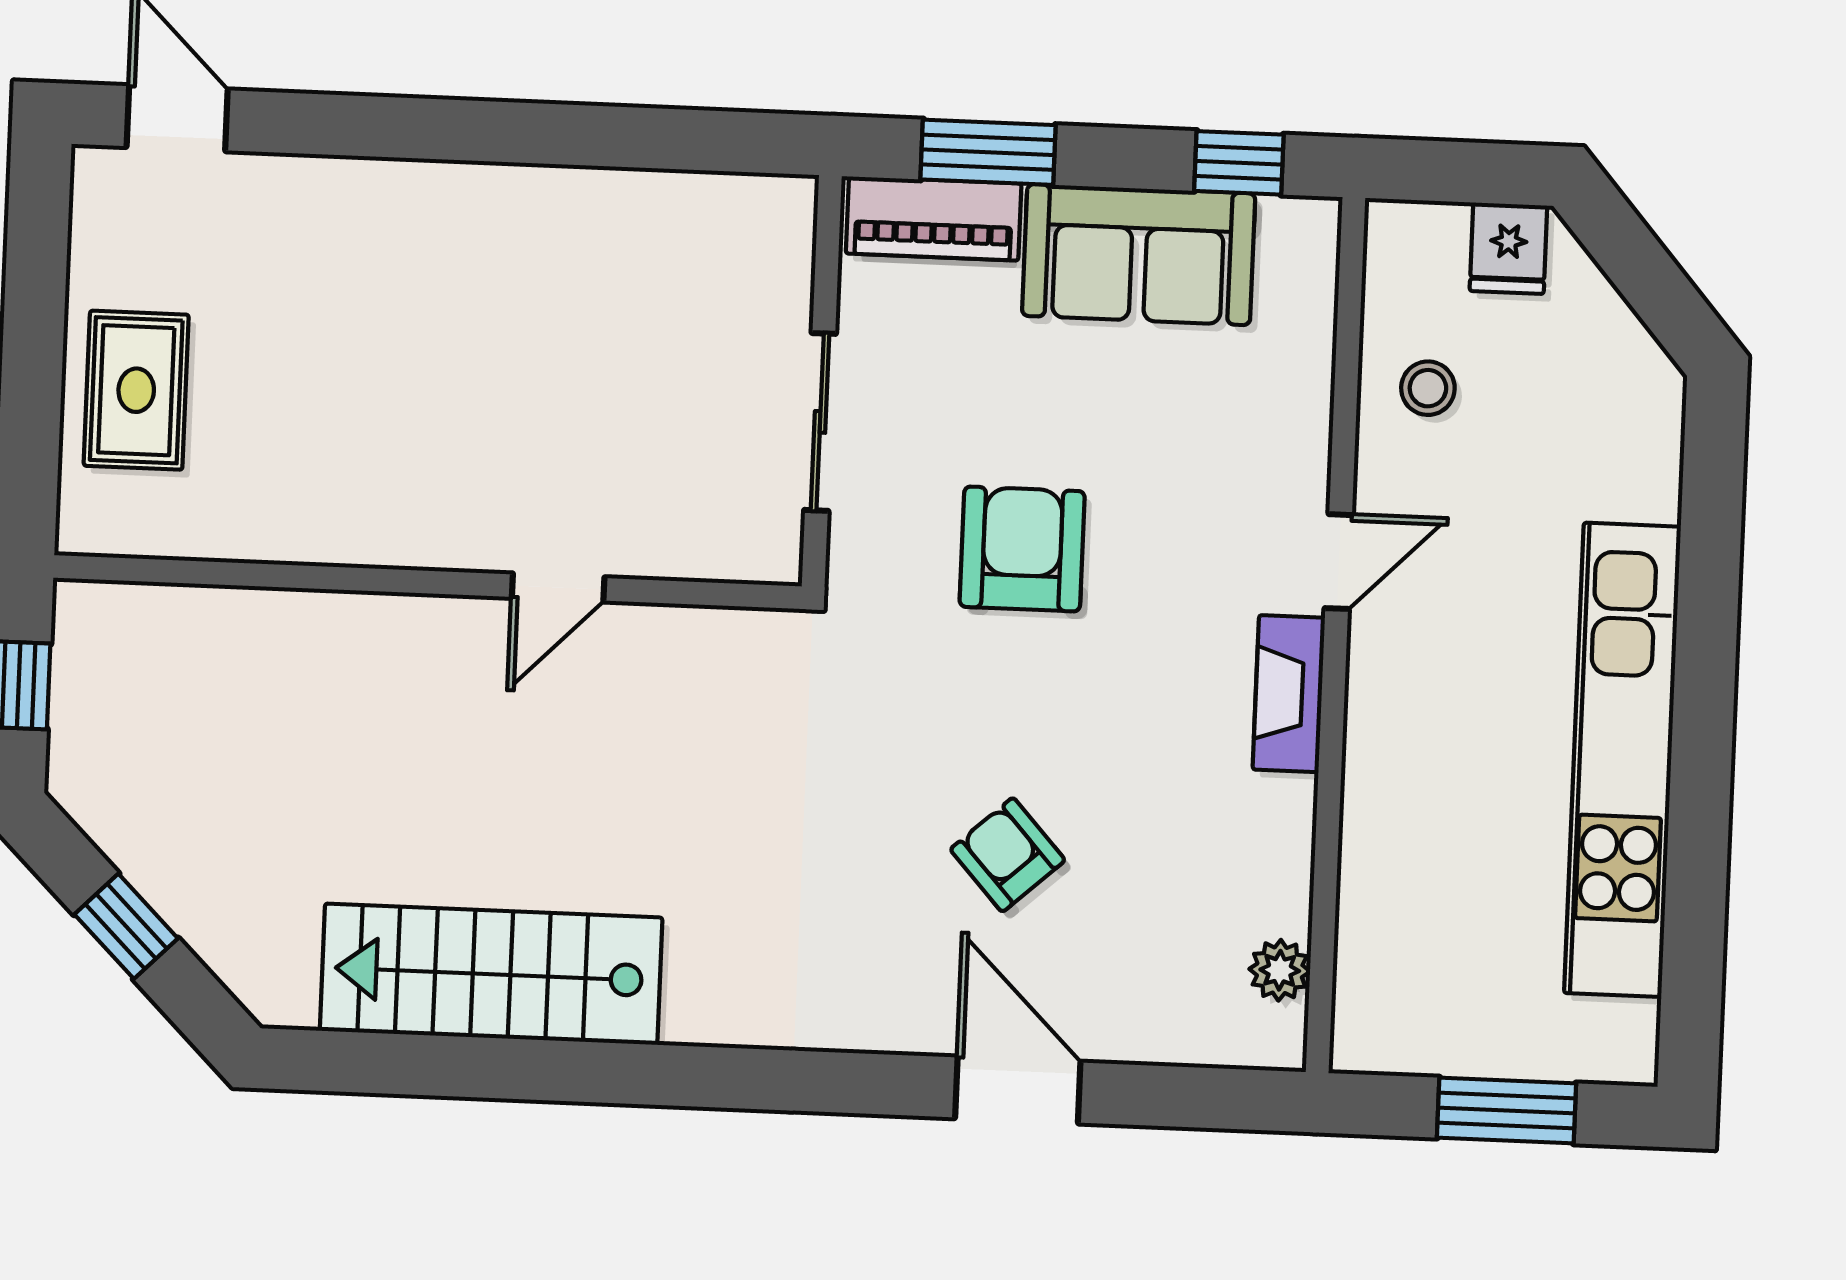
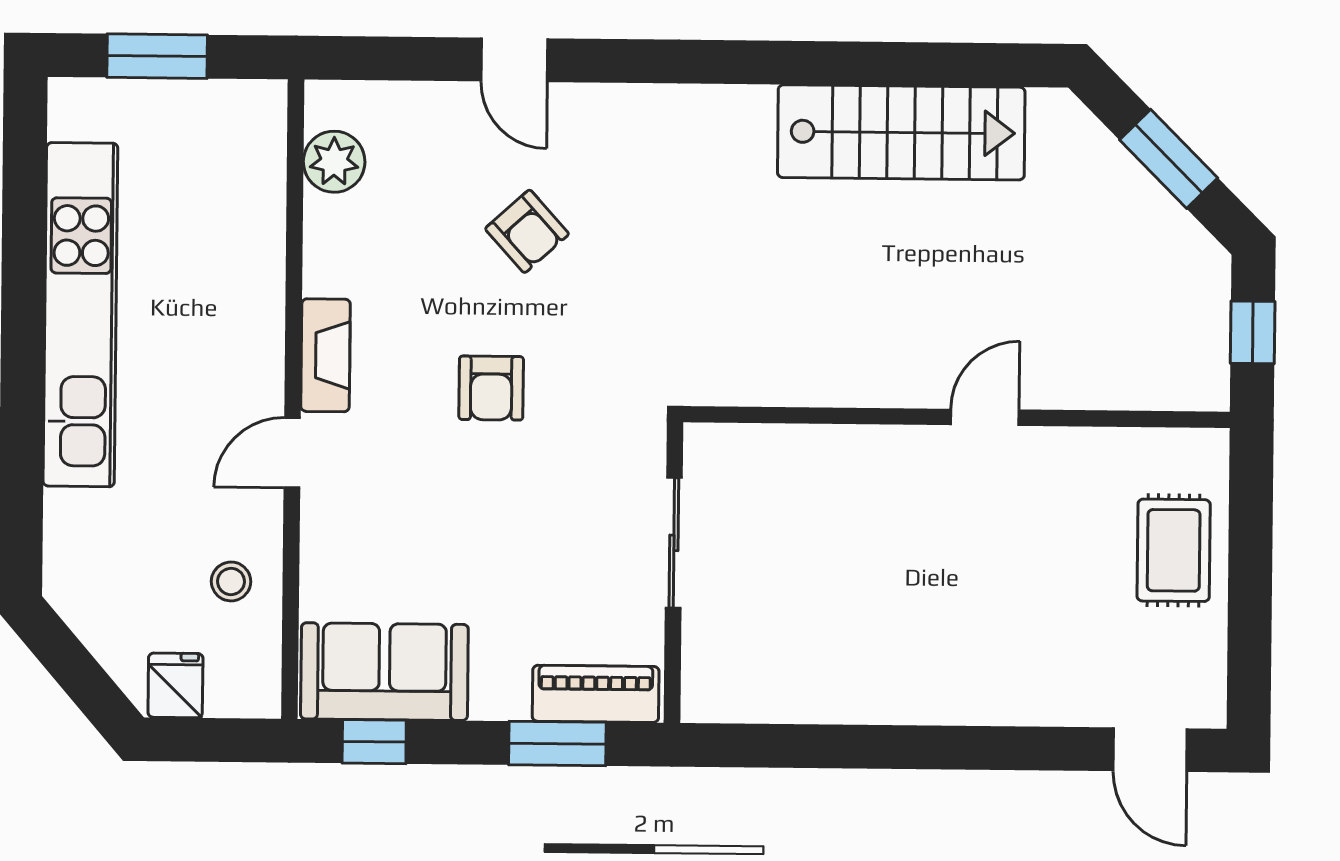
sofa: (1139, 255) -> (384, 672), moved
armchair: (1022, 549) -> (491, 388), moved, width x0.72, depth x0.72
door: (558, 587) -> (985, 417), moved
window: (126, 926) -> (1169, 159), width x1.50
plant: (1280, 970) -> (334, 162), width x1.38, depth x1.38
door: (1018, 1090) -> (514, 60), width x0.73

